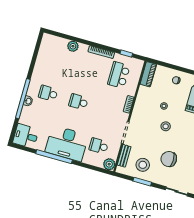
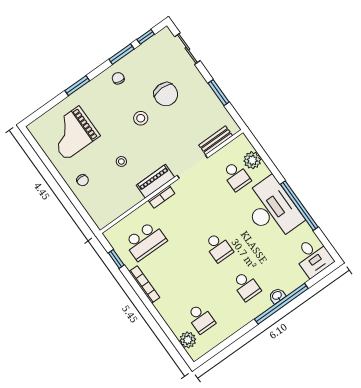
plant: (73, 46) -> (188, 340), moved
school desk: (58, 58) -> (201, 319), added
piano: (148, 74) -> (155, 181), moved
stool: (166, 126) -> (141, 118), moved
plant: (109, 164) -> (252, 160), moved
stool: (143, 165) -> (202, 112), removed

